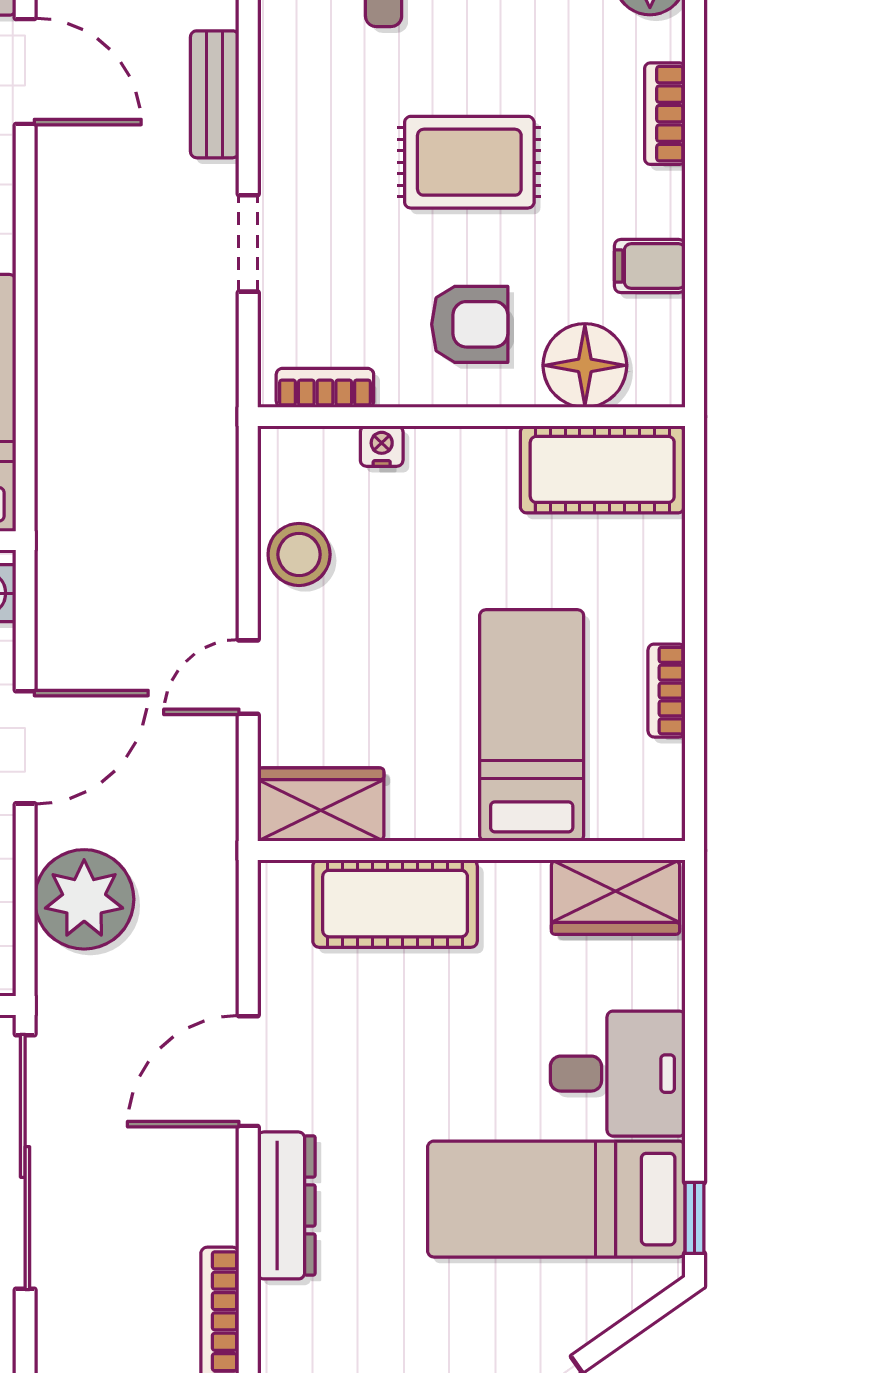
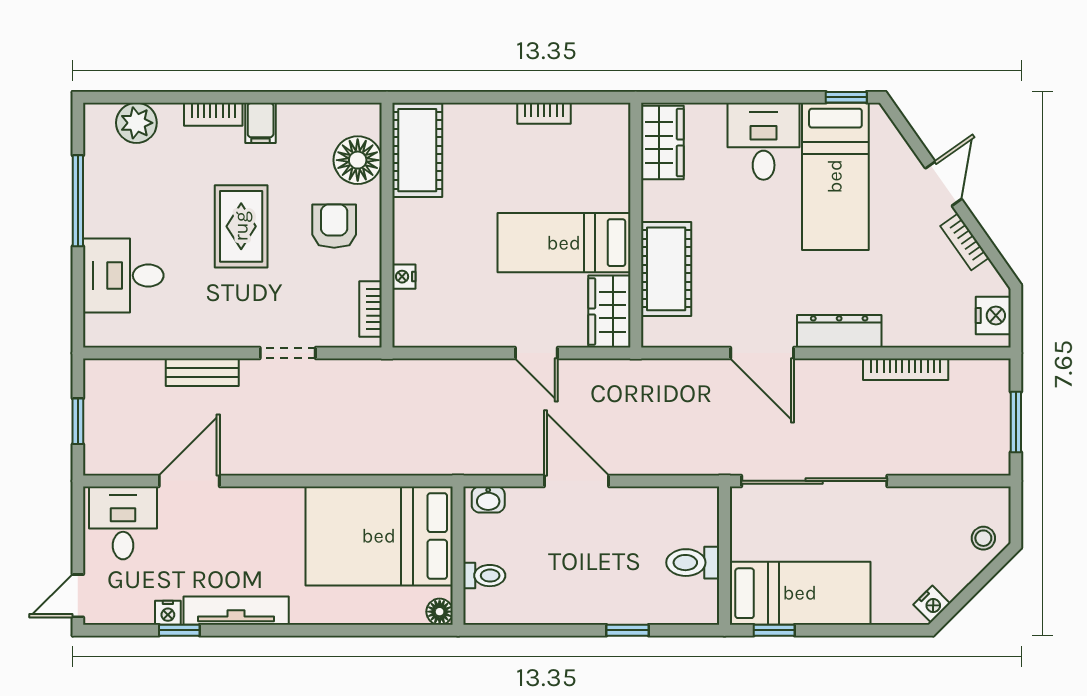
filing cabinet: (650, 266) -> (261, 123), moved
stool: (299, 554) -> (466, 324), removed
bed: (532, 725) -> (564, 243), moved
plant: (84, 899) -> (664, 447), removed

